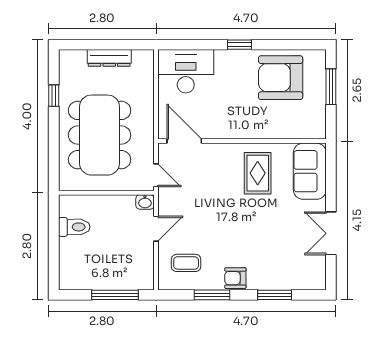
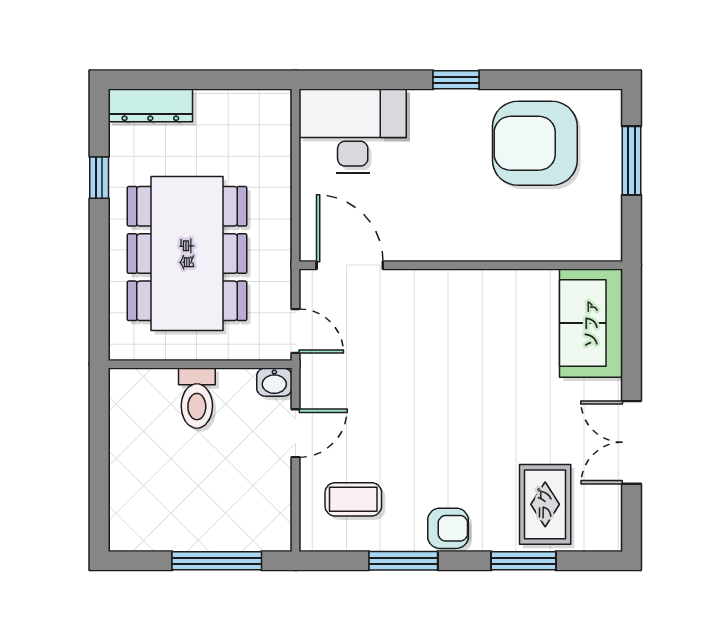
dresser: (109, 58) -> (150, 105), moved
rug: (258, 173) -> (545, 504), moved
toilet: (74, 227) -> (197, 398), moved, turned 90
armchair: (235, 278) -> (448, 528), turned 180

